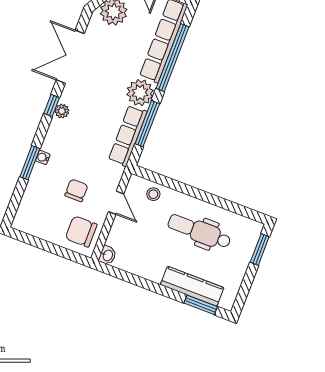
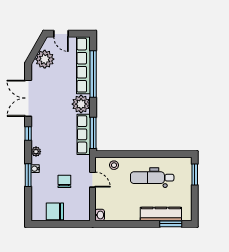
plant: (62, 111) -> (36, 152), moved
window: (147, 124) -> (93, 133), moved
chair: (81, 231) -> (55, 211), moved

